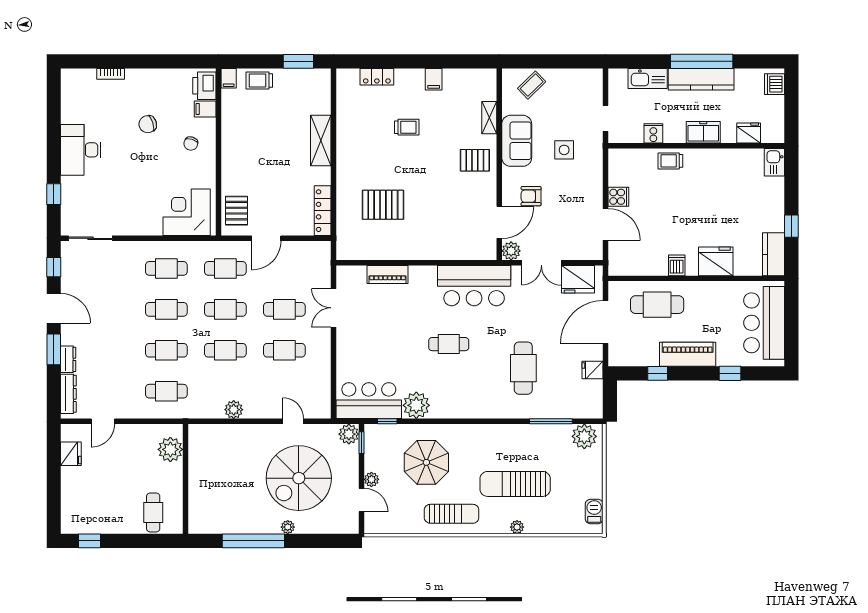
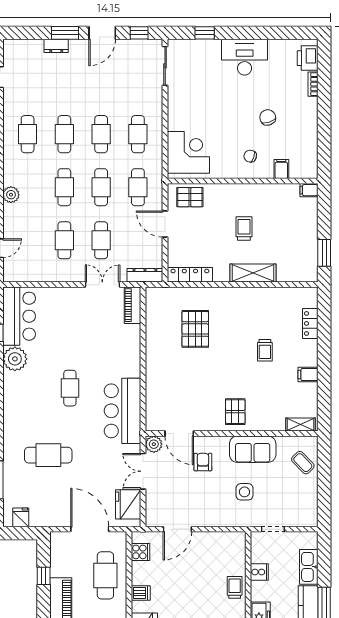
trolley: (259, 81) -> (244, 228), moved
printer: (204, 86) -> (308, 58), moved, turned -90
shelving: (489, 118) -> (301, 425), moved
cooker: (618, 197) -> (140, 552), moved, turned -90
piano: (388, 274) -> (133, 305), moved
fridge: (593, 370) -> (21, 517), moved
dresser: (68, 394) -> (145, 275), moved, turned 180

